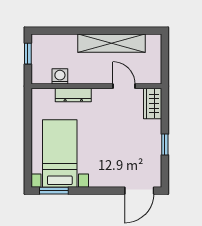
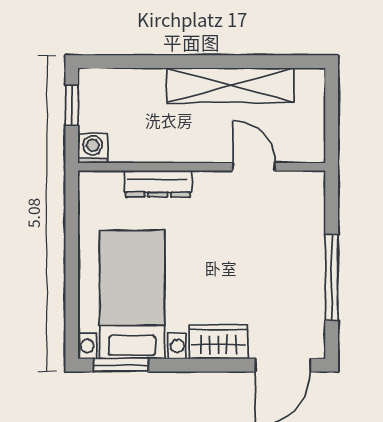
washing machine: (60, 76) -> (93, 148), moved
wardrobe: (153, 103) -> (218, 342), moved, turned 90
window: (165, 144) -> (332, 278), width x2.17

